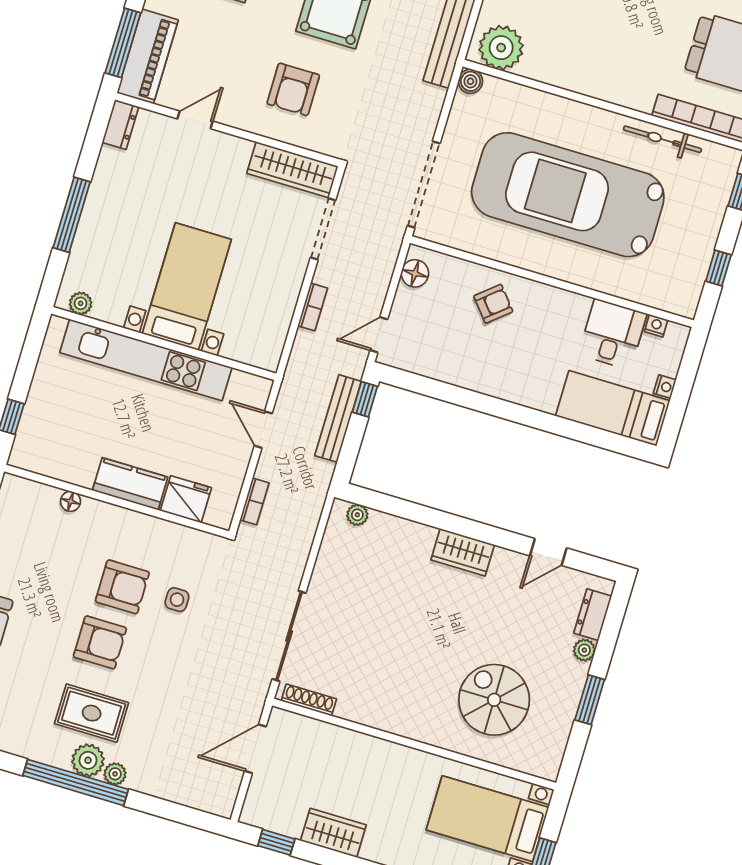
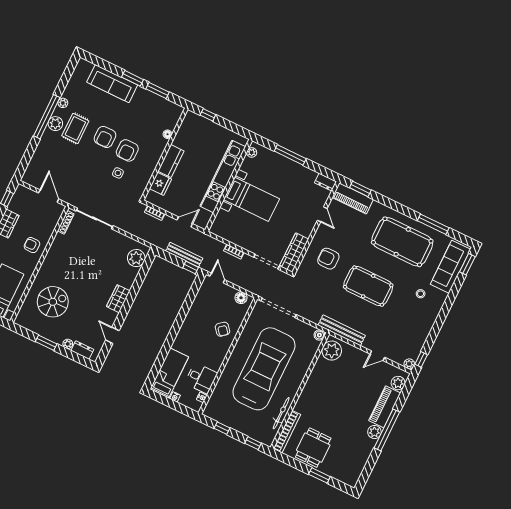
window: (123, 43) -> (360, 189), width x0.69
plant: (357, 515) -> (136, 258), width x1.87, depth x1.87
armchair: (373, 768) -> (32, 245), added
plant: (115, 774) -> (63, 103), moved

